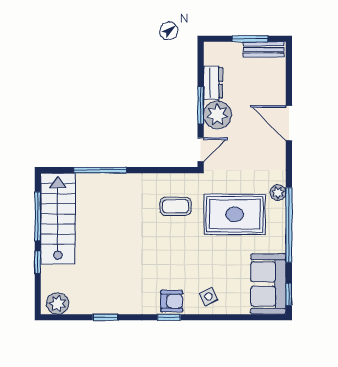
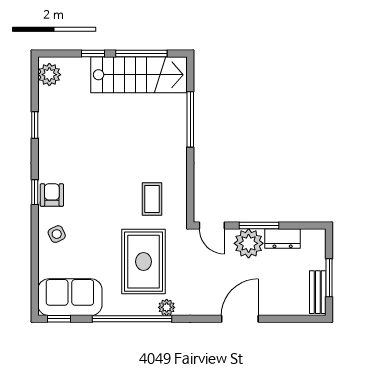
armchair: (172, 301) -> (52, 195), turned 180

